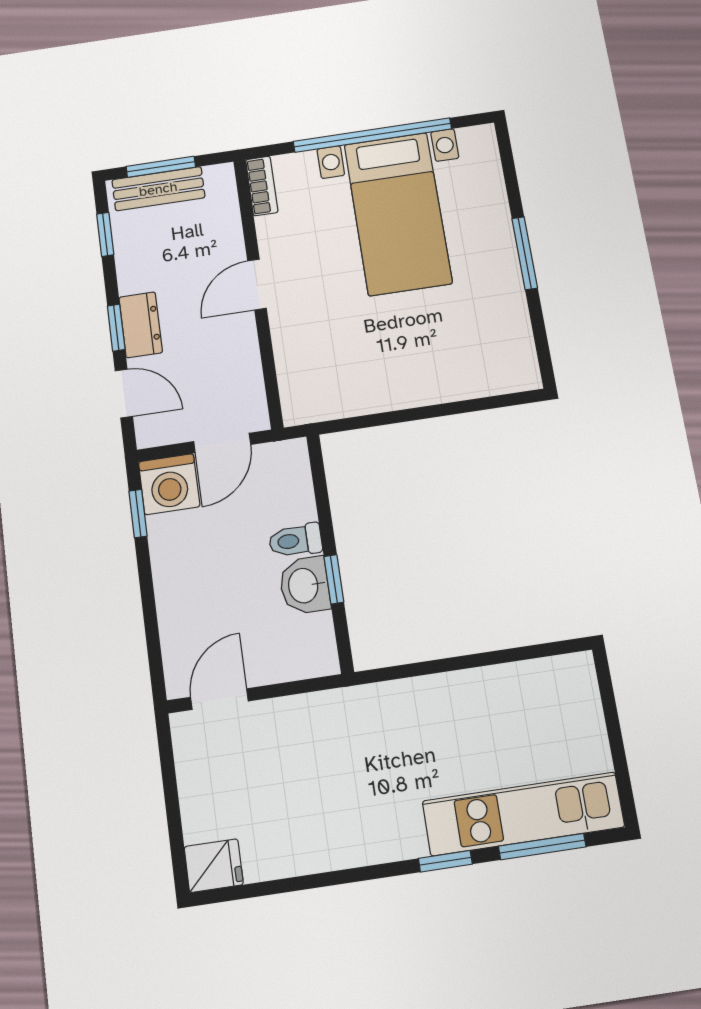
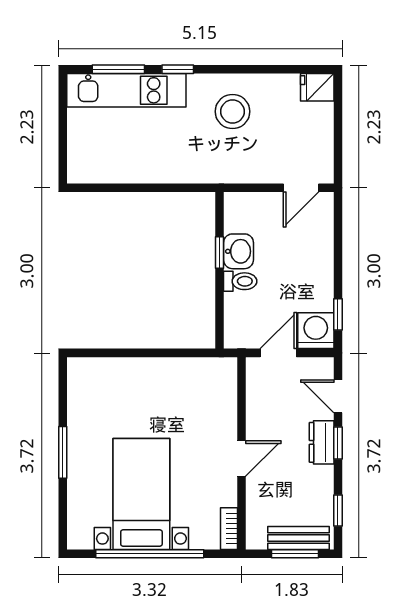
stool: (346, 805) -> (233, 111), added

